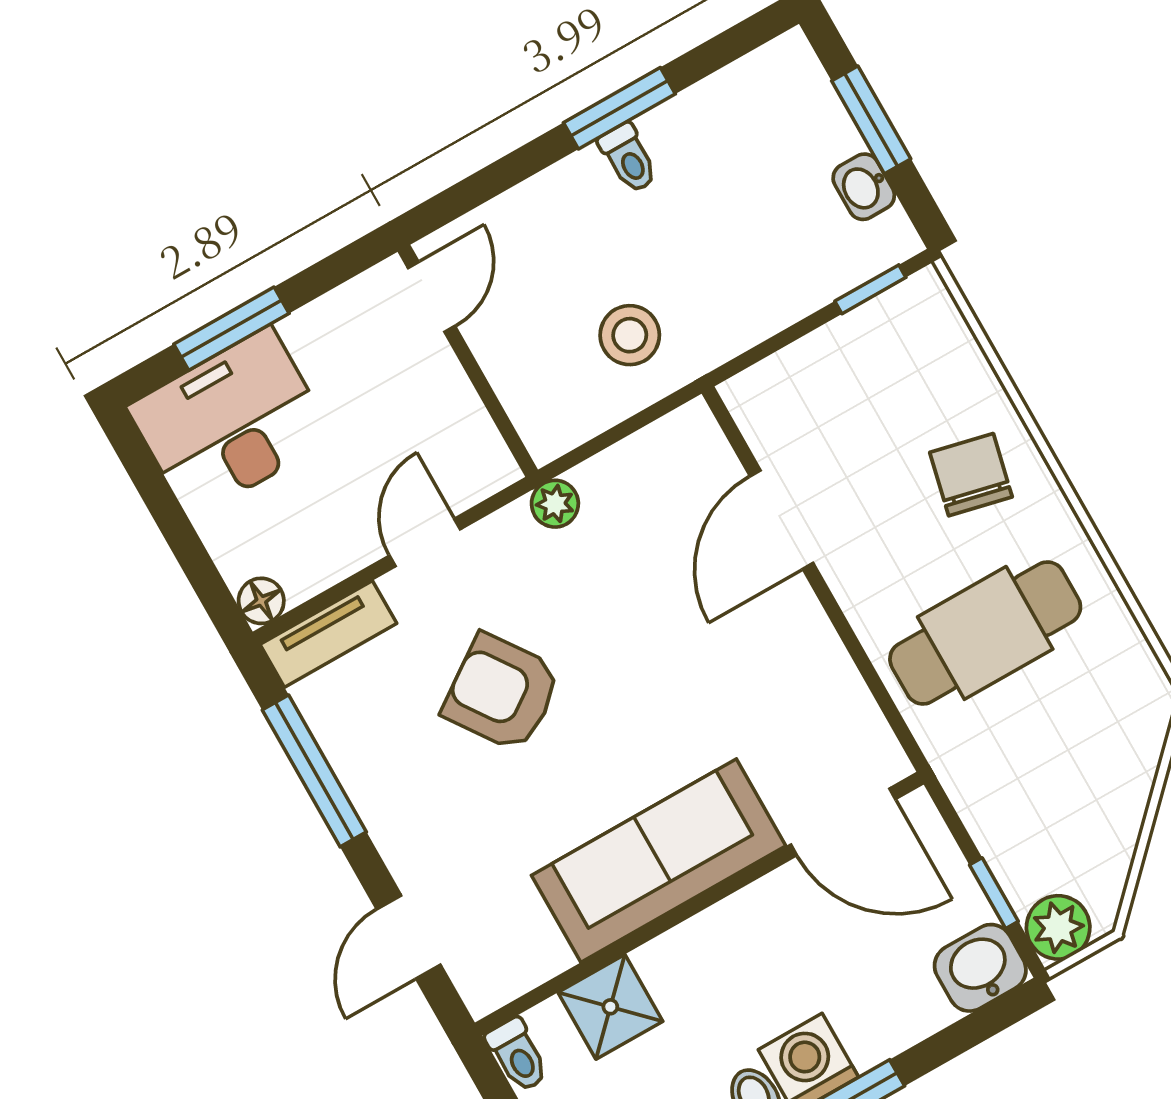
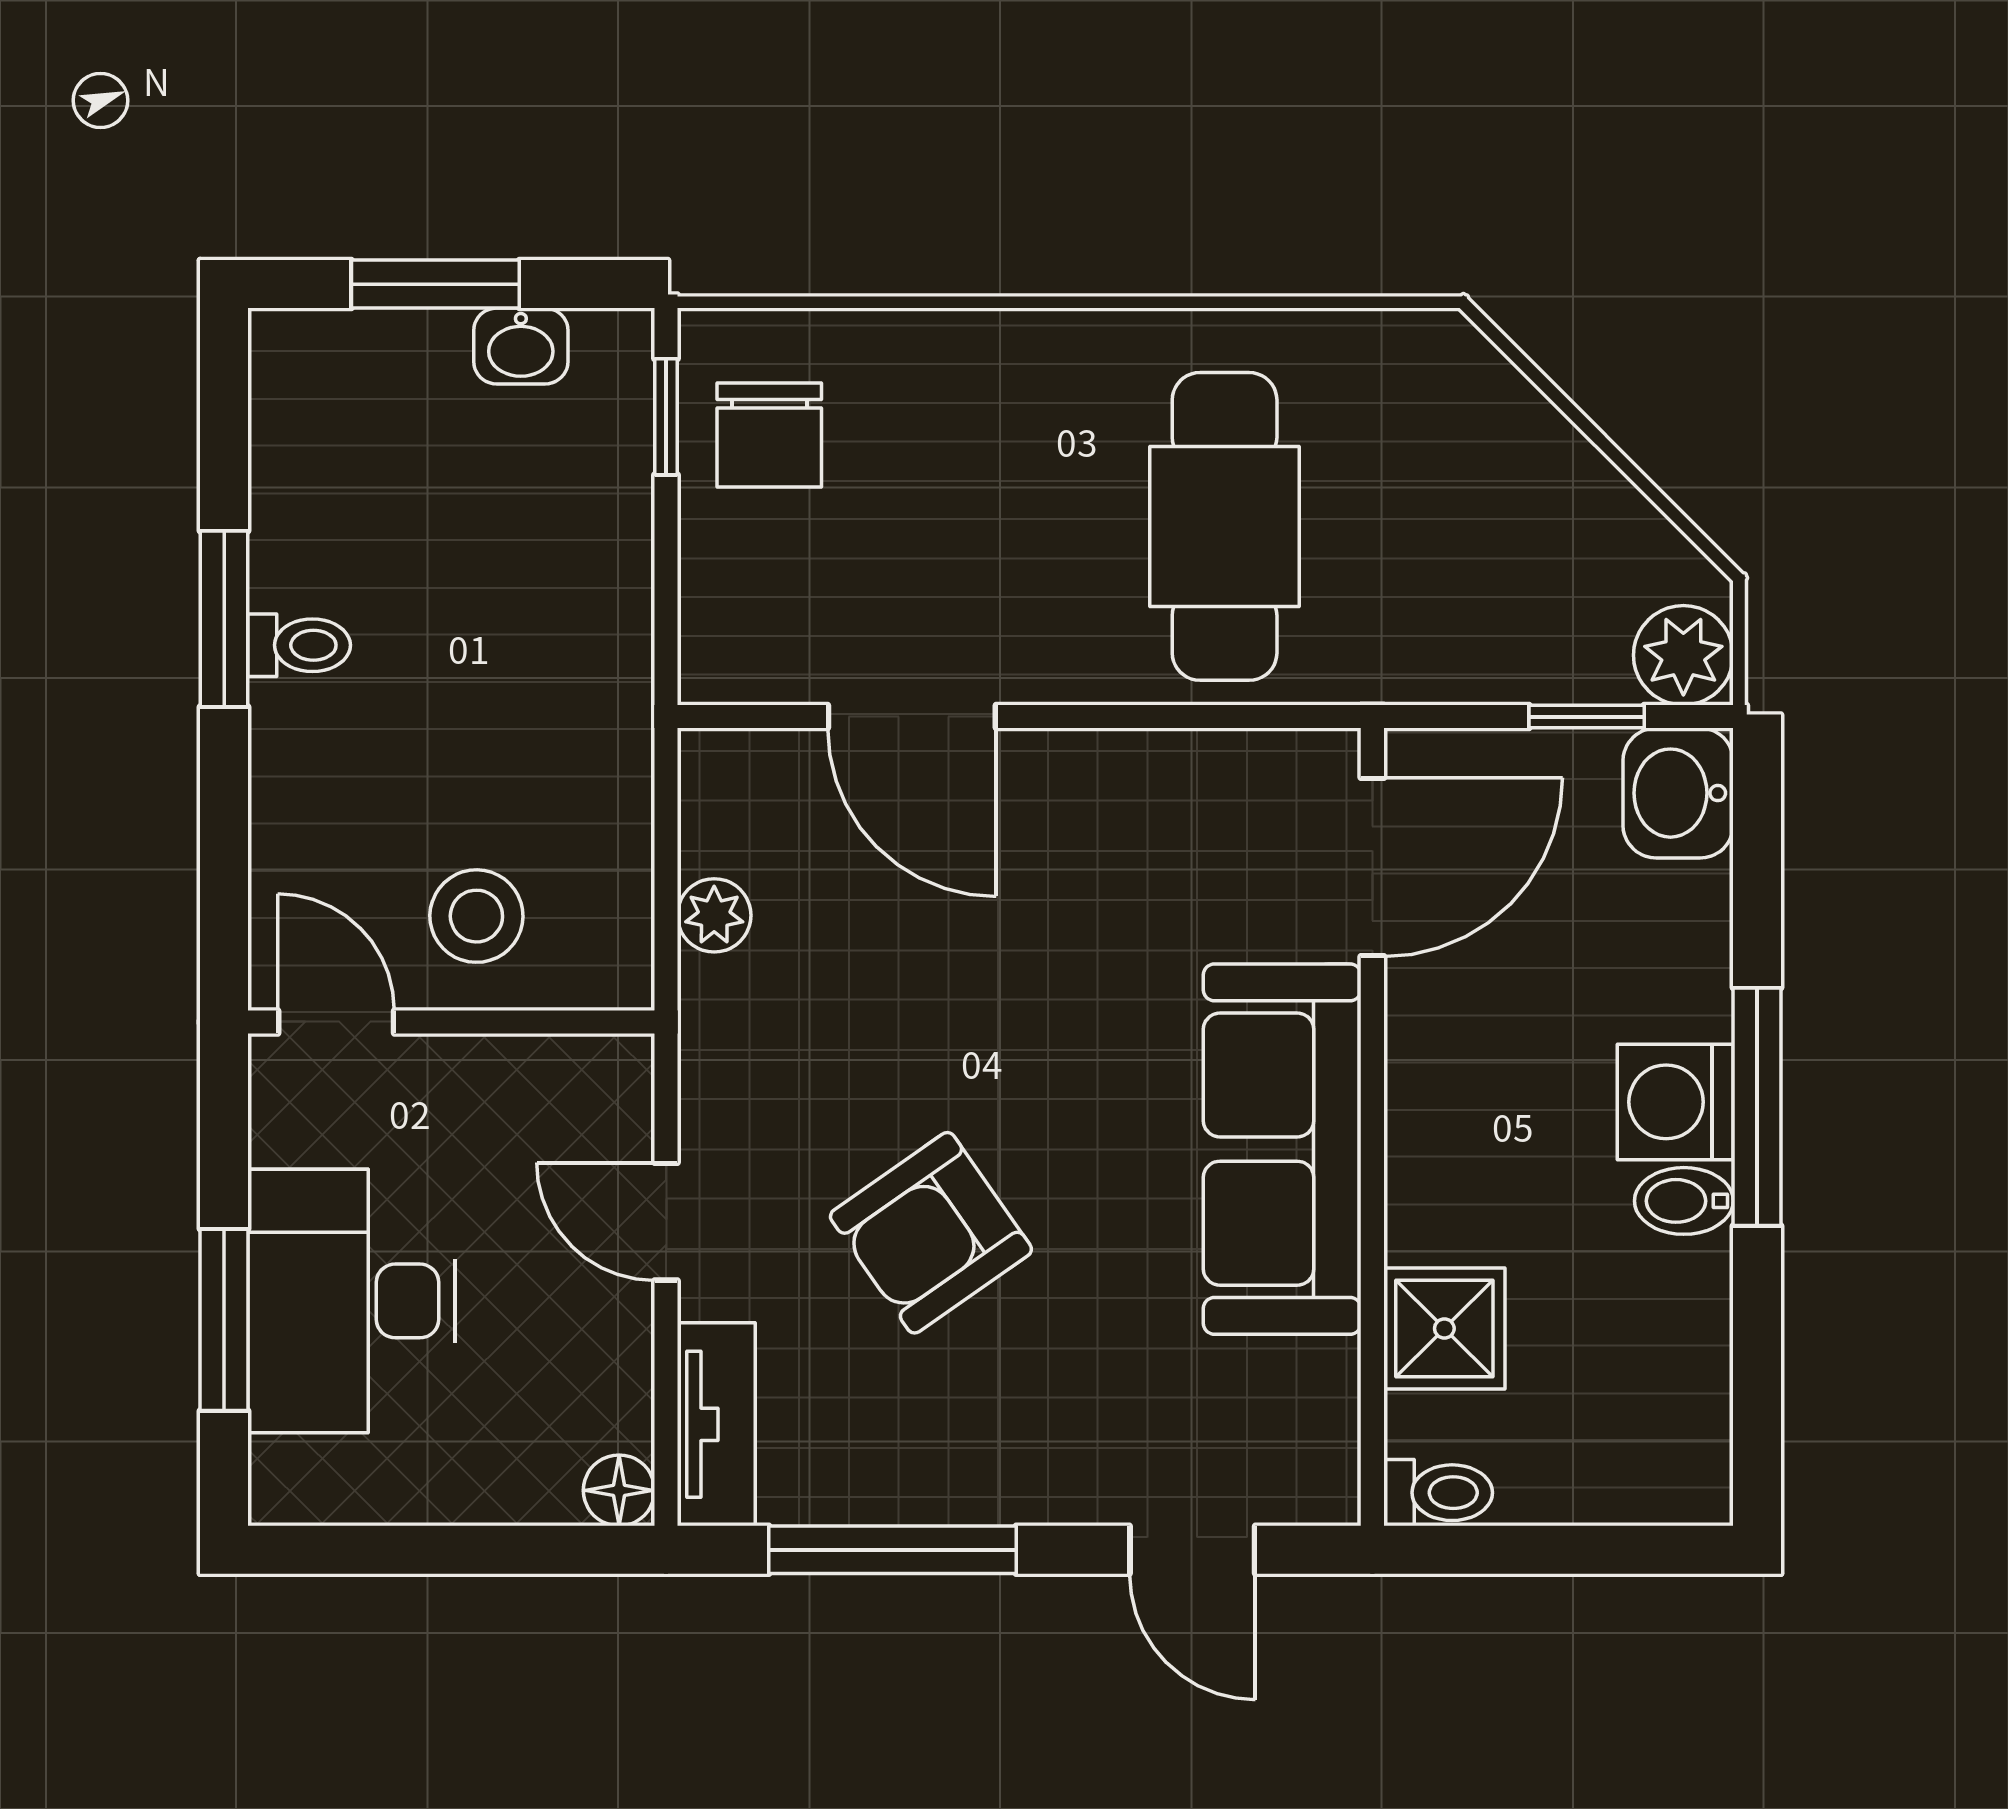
stool: (630, 335) -> (476, 916), moved
desk: (230, 423) -> (352, 1301), moved
chair: (971, 475) -> (769, 435), moved, turned -103
plant: (555, 504) -> (714, 915), moved

